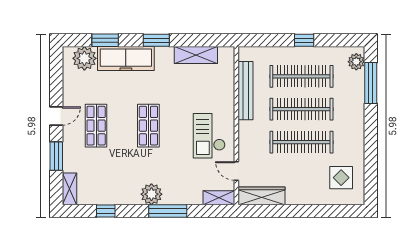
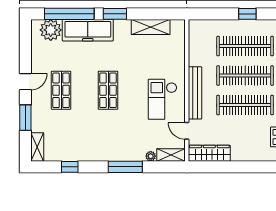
window: (105, 40) -> (69, 14), width x2.11
bench: (246, 91) -> (195, 93), moved
plant: (151, 194) -> (151, 156), moved, width x0.53, depth x0.53

